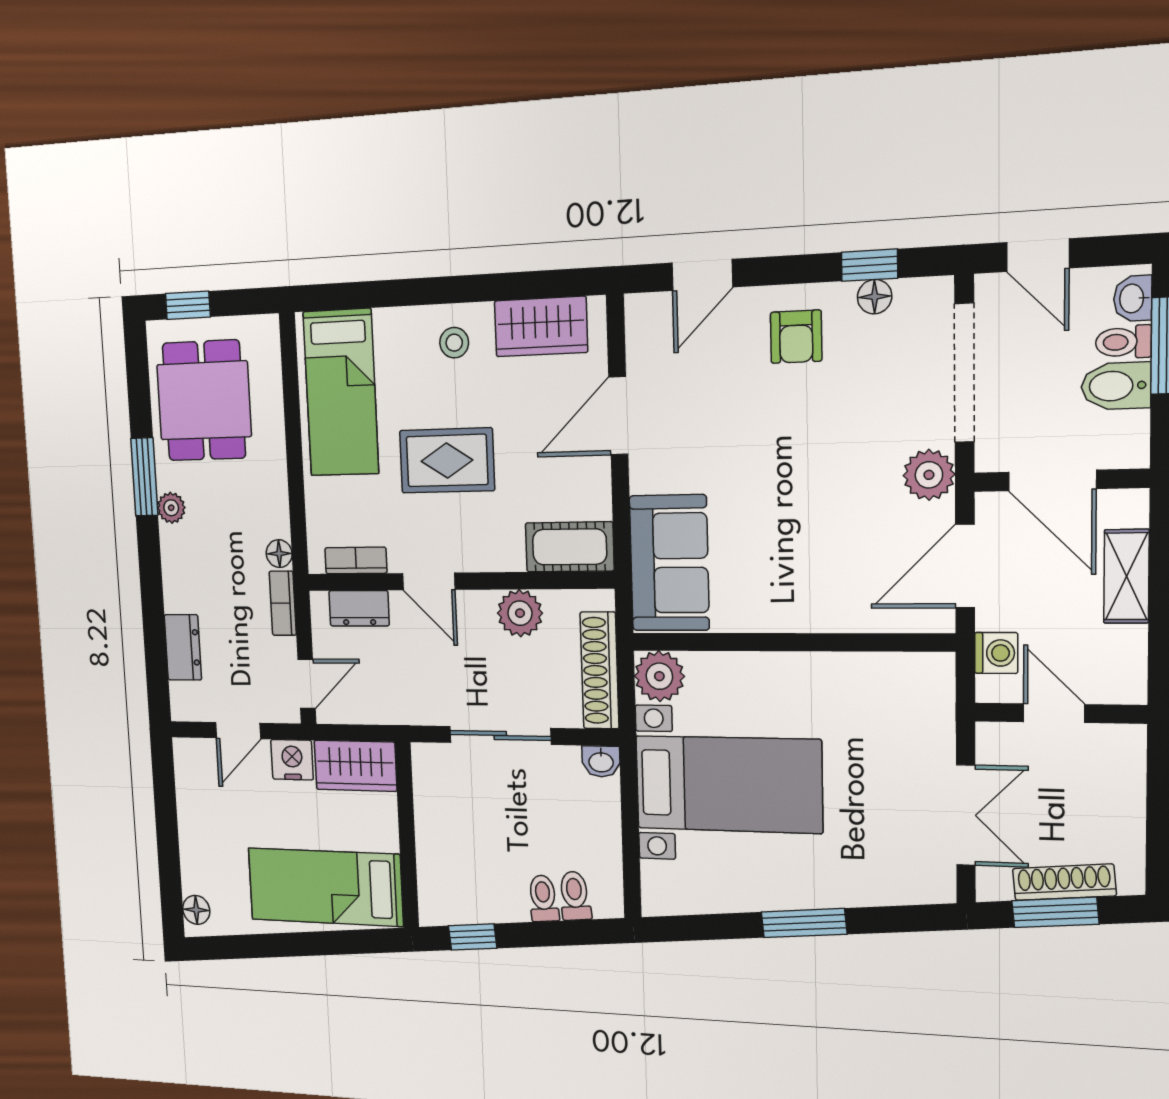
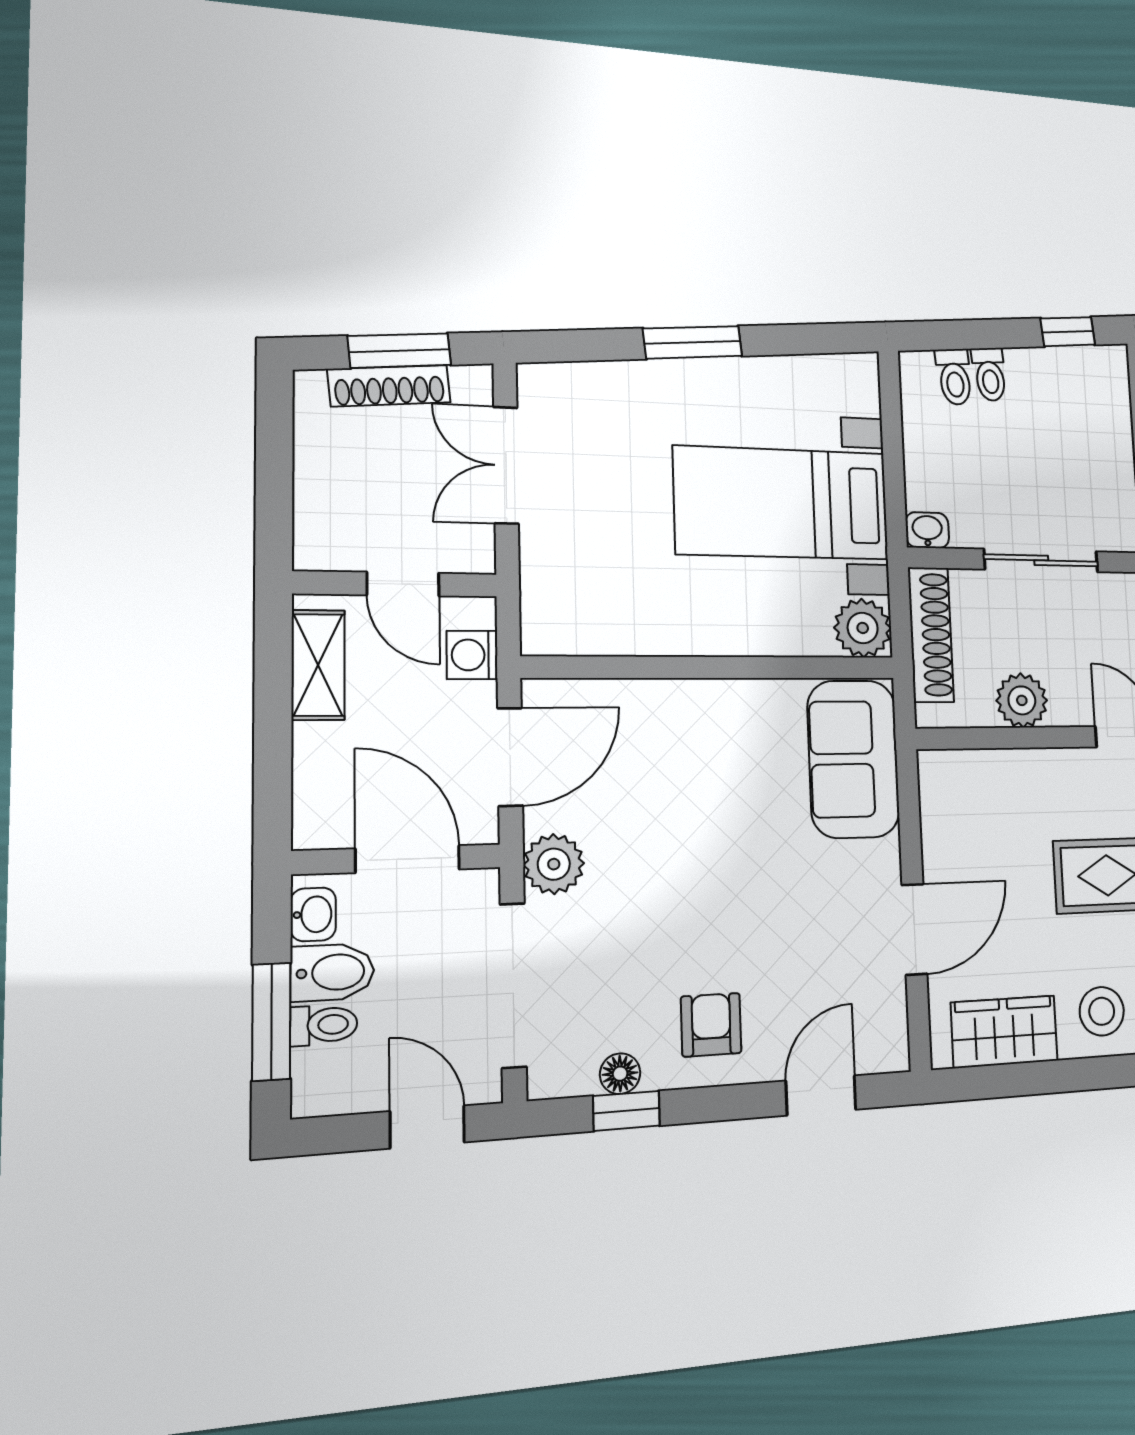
washbasin: (1133, 298) -> (313, 914), moved
stool: (454, 343) -> (1102, 1011), width x1.37, depth x1.37
cot: (570, 547) -> (967, 777), removed
shelving: (1126, 576) -> (318, 665), moved

